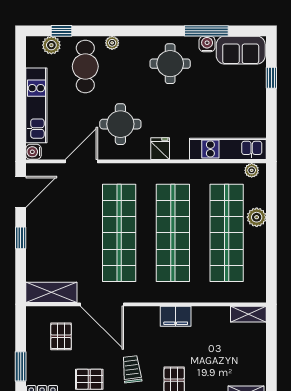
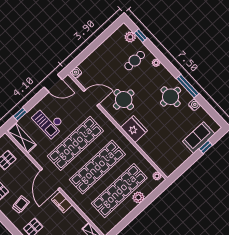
window: (206, 31) -> (188, 86), moved
sofa: (241, 50) -> (199, 138), moved, turned 90
cafe table: (85, 66) -> (135, 61), width x0.73, depth x0.74
kitchen unit: (36, 105) -> (98, 55), removed
fridge: (160, 149) -> (134, 129), width x1.88, depth x1.34
kitchen unit: (228, 149) -> (157, 157), removed
window: (21, 238) -> (20, 114), moved
checkout: (62, 241) -> (49, 122), added
door: (102, 304) -> (50, 179), moved

